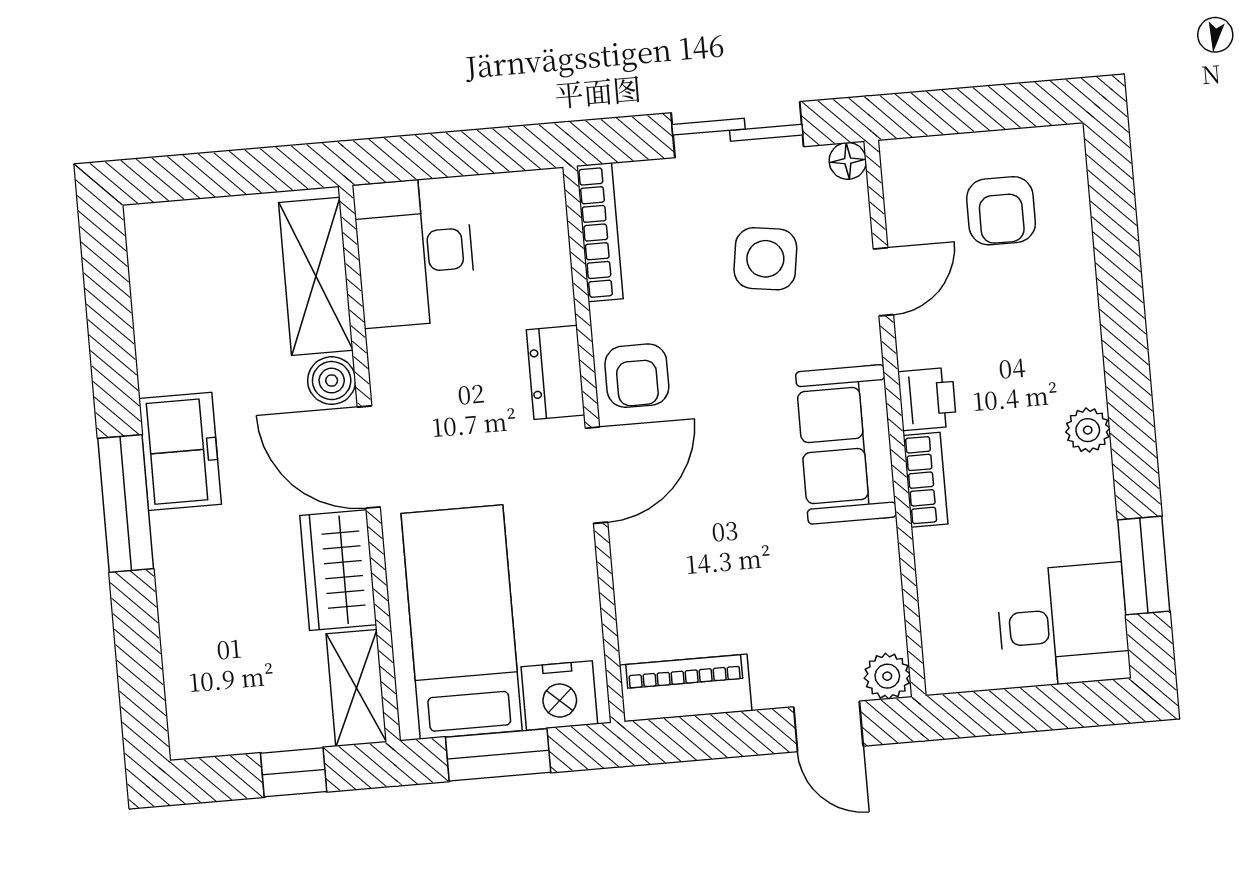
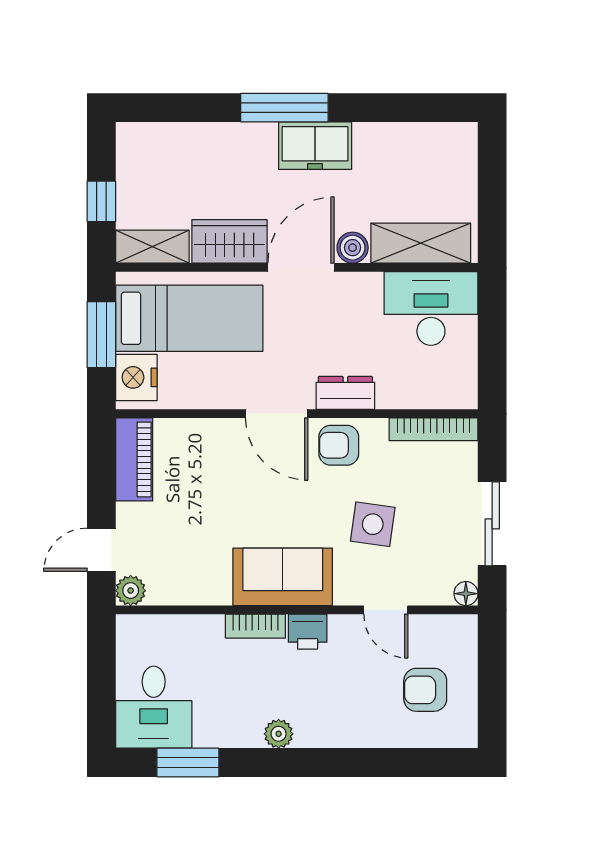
side table: (765, 259) -> (373, 524), moved

